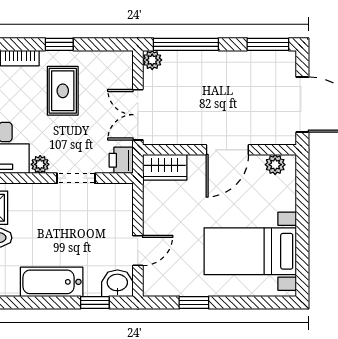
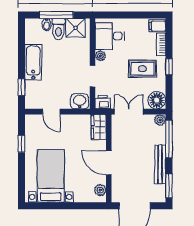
bench: (230, 60) -> (160, 164), added
floor lamp: (118, 66) -> (157, 100), added
washbasin: (117, 283) -> (80, 101), moved, turned -90

